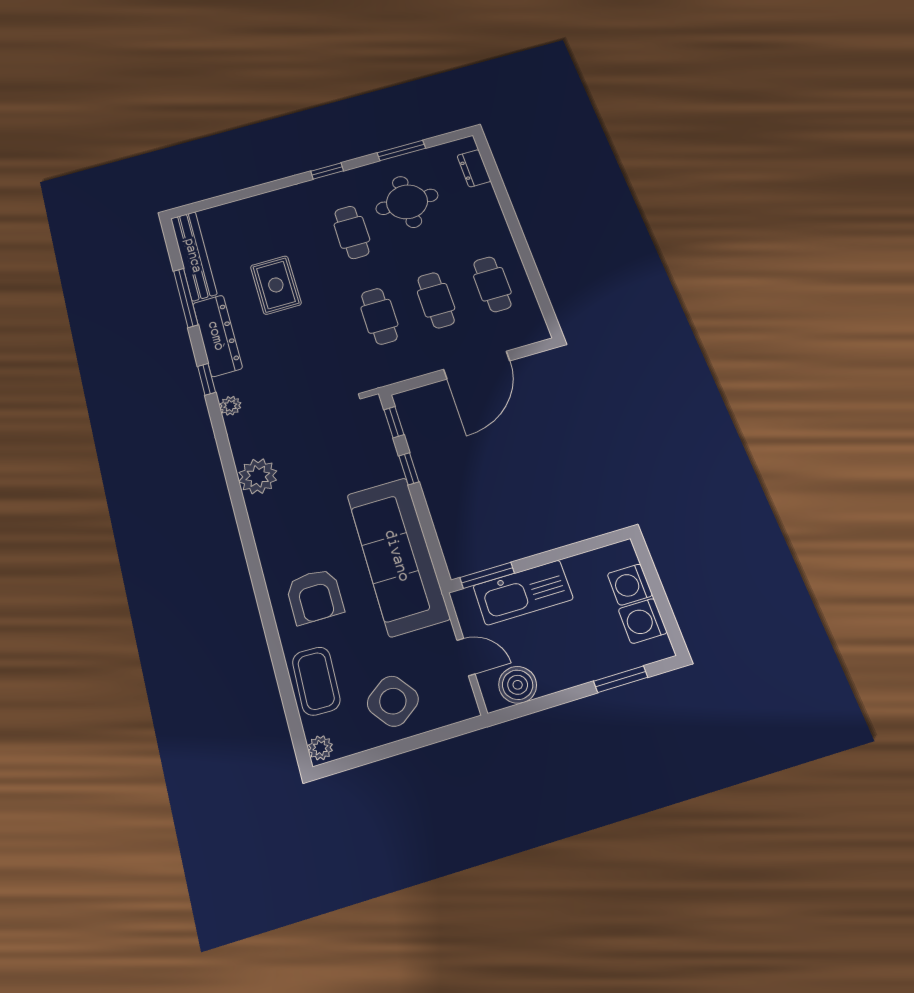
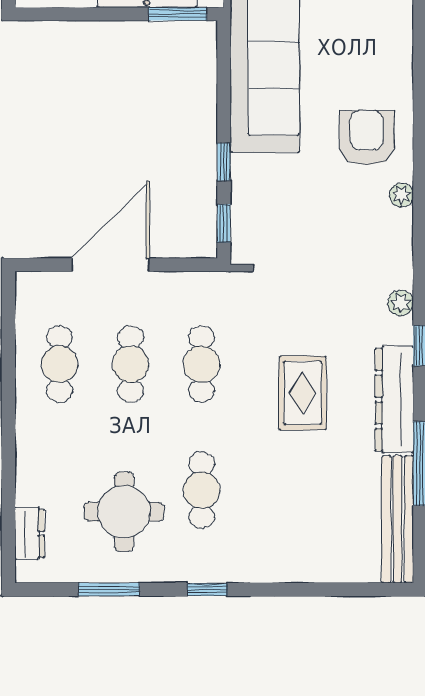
rug: (276, 285) -> (303, 393), moved
plant: (258, 476) -> (401, 195), width x0.53, depth x0.53
armchair: (315, 596) -> (367, 138), moved

